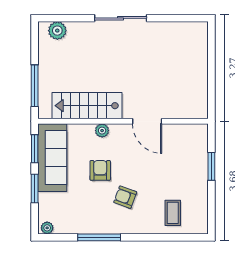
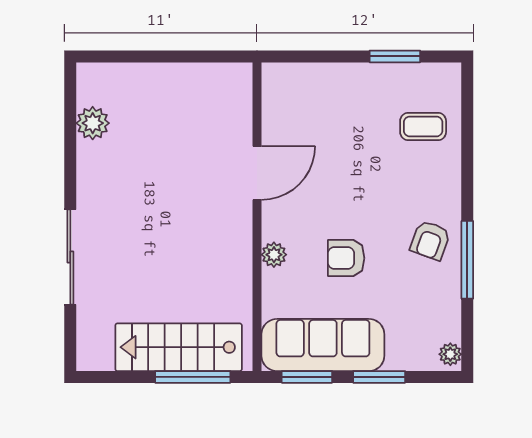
sliding door: (121, 18) -> (70, 257), moved
plant: (57, 31) -> (93, 123), moved
stairs: (87, 106) -> (179, 347), moved, turned 90
window: (211, 166) -> (395, 56), moved
armchair: (125, 197) -> (430, 240), moved

